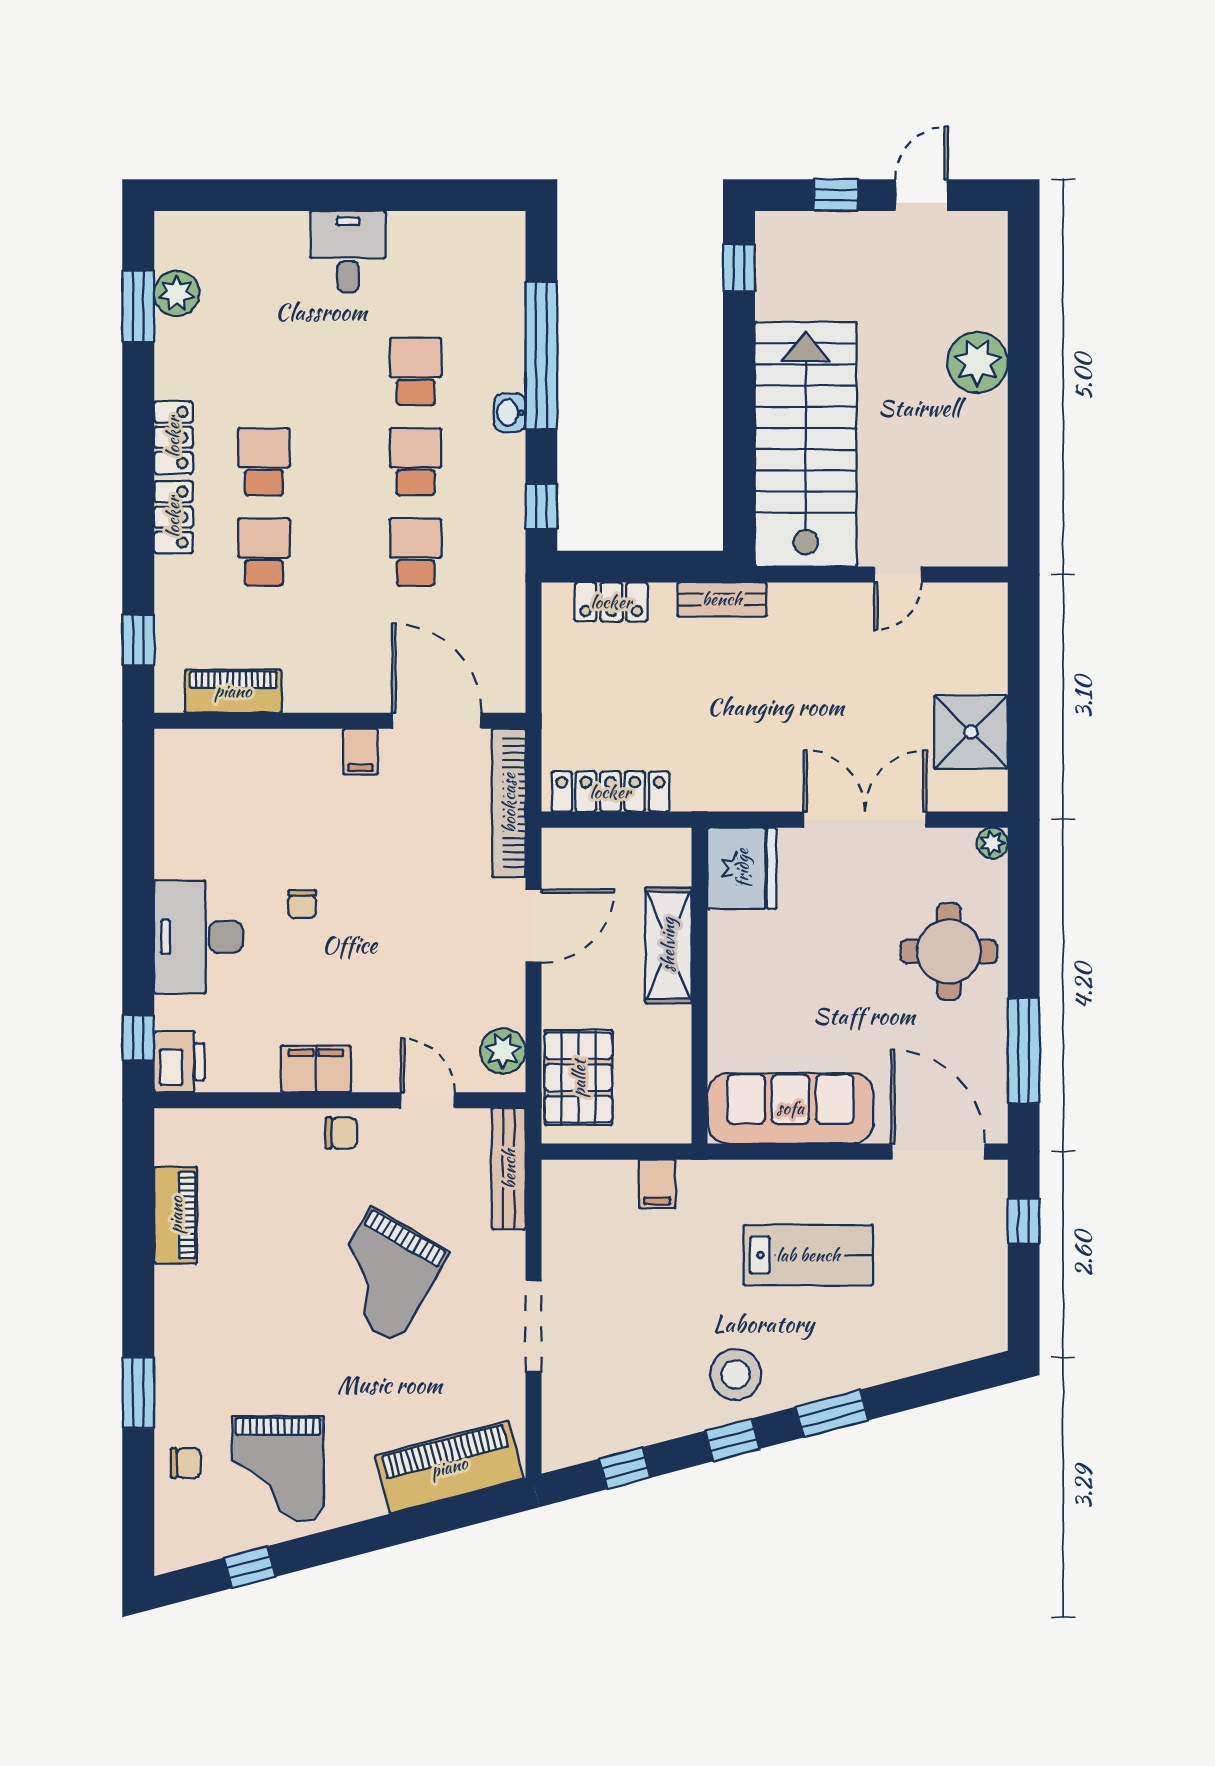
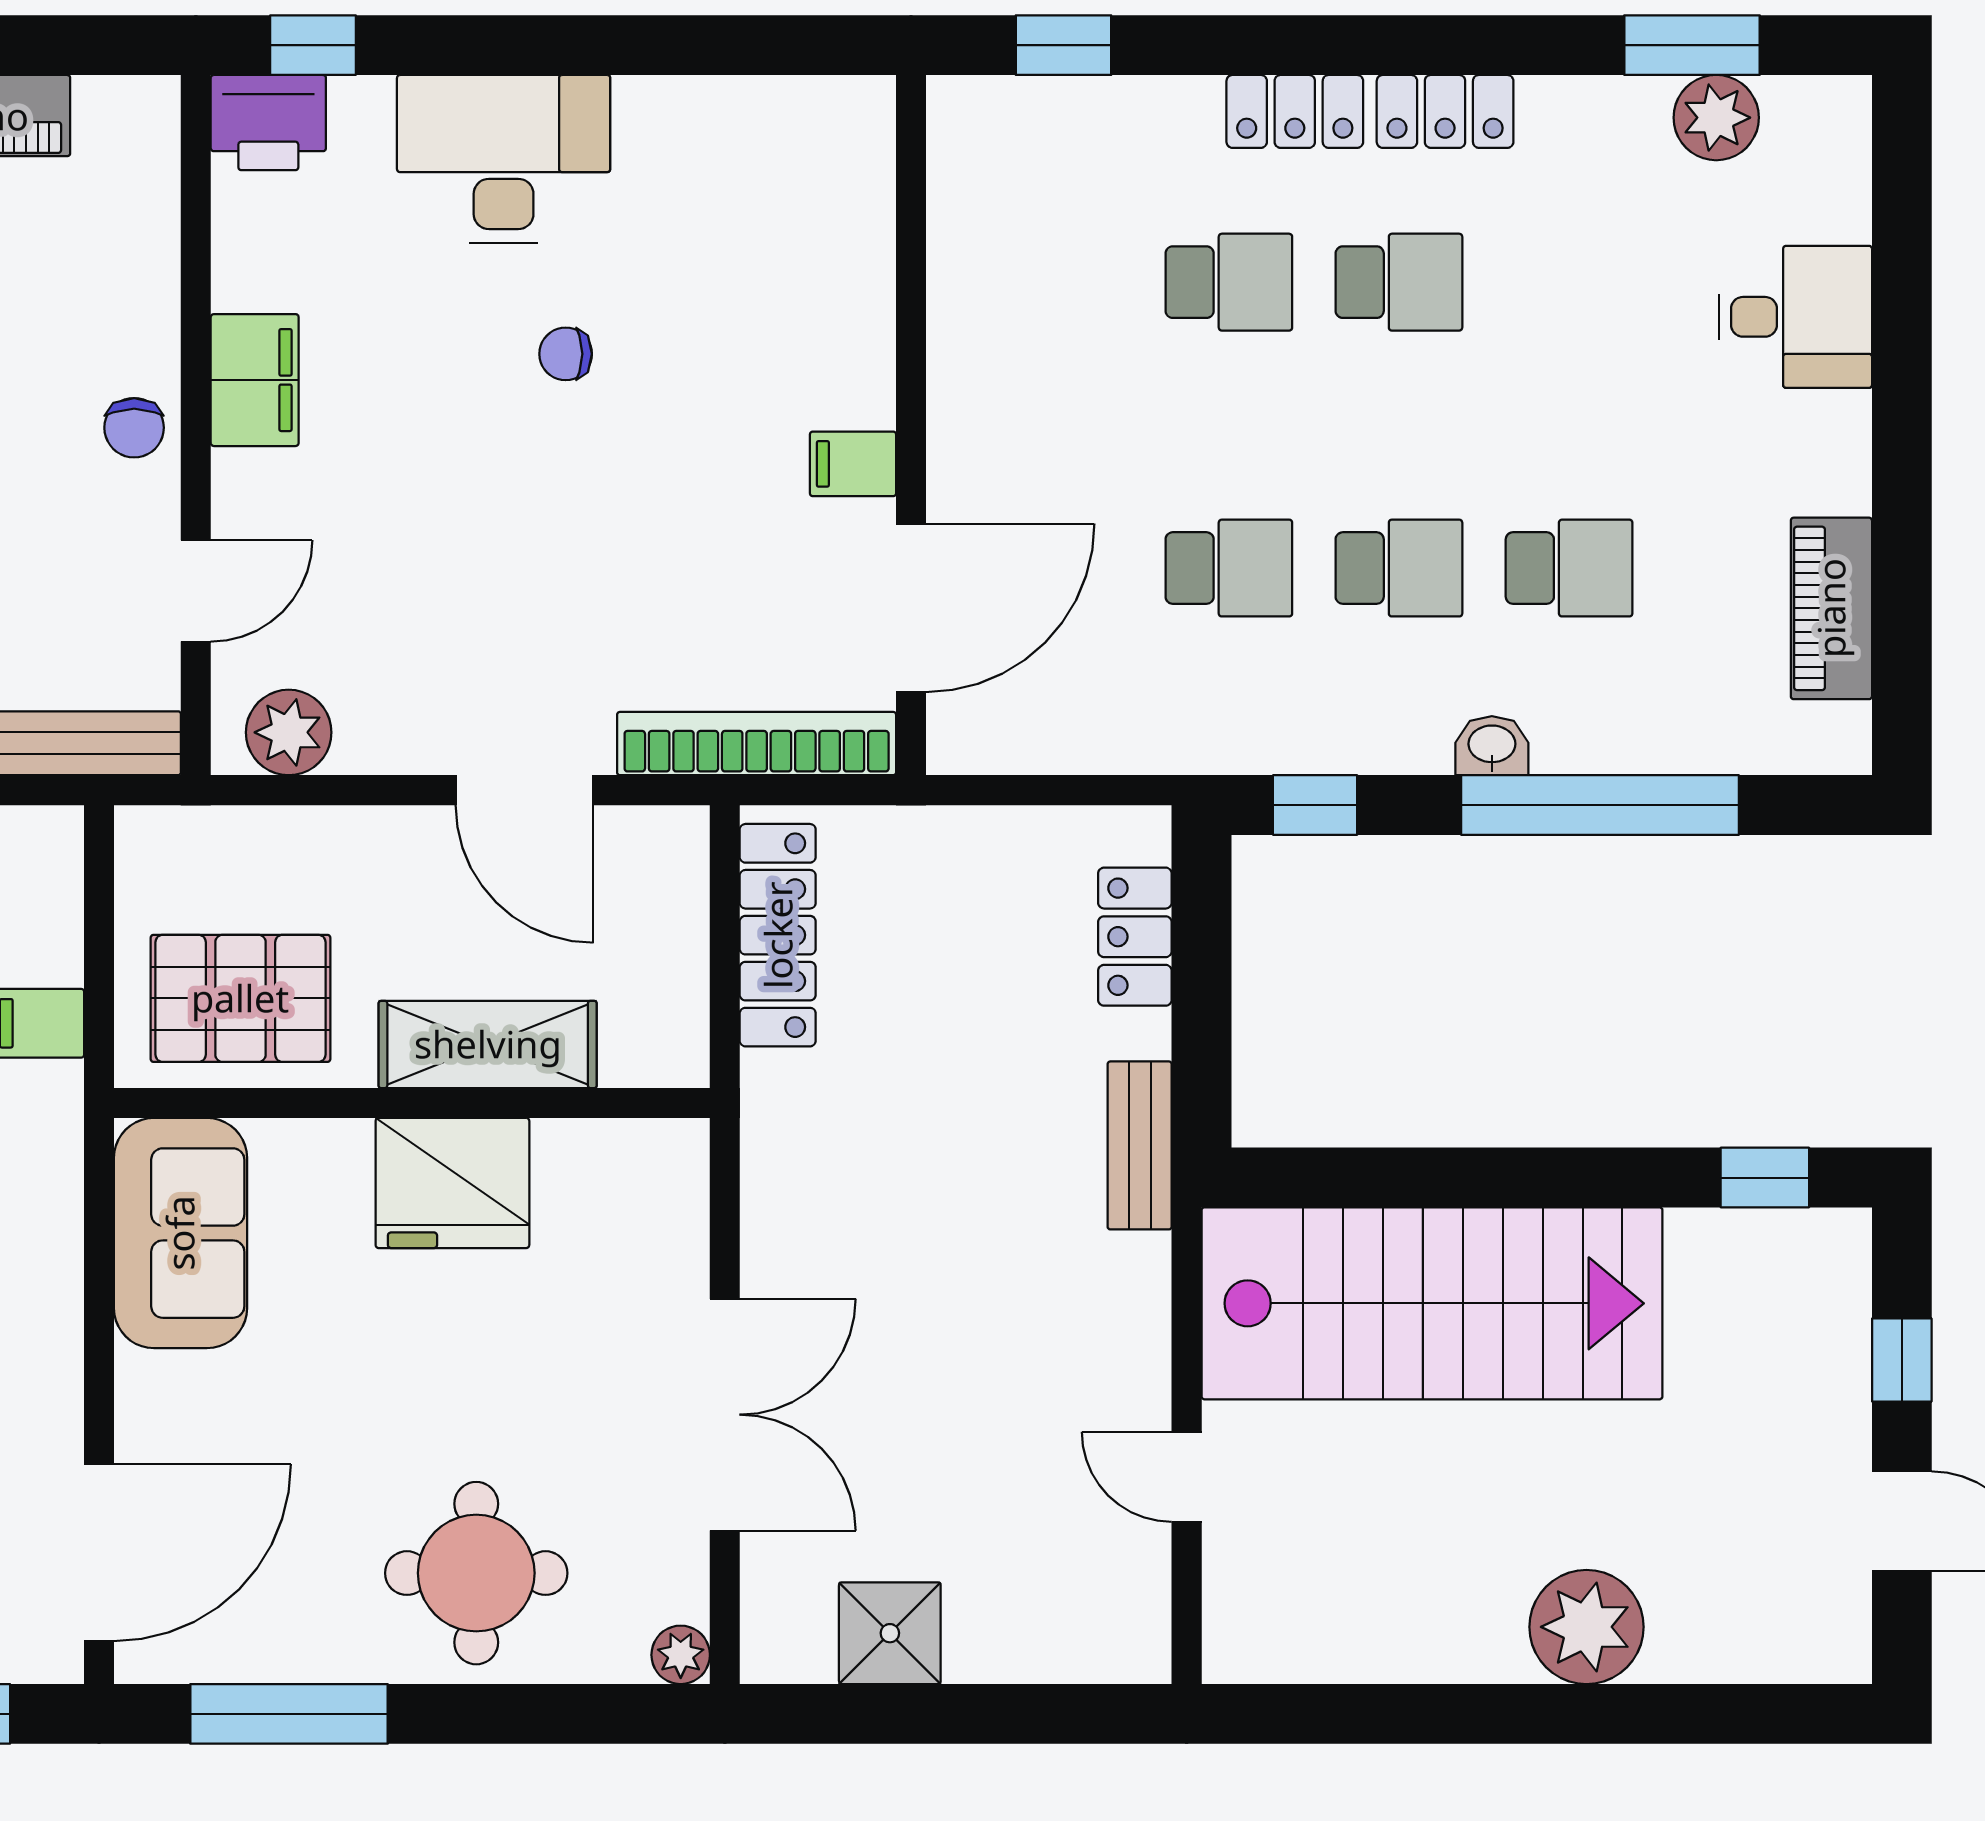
desk: (348, 252) -> (1795, 317), moved
piano: (233, 691) -> (1831, 608), moved, turned 180
shower: (971, 732) -> (890, 1633), width x0.73, depth x0.73
fridge: (742, 868) -> (452, 1183), moved
pallet: (579, 1078) -> (240, 998), moved
sofa: (790, 1108) -> (180, 1233), width x0.73

